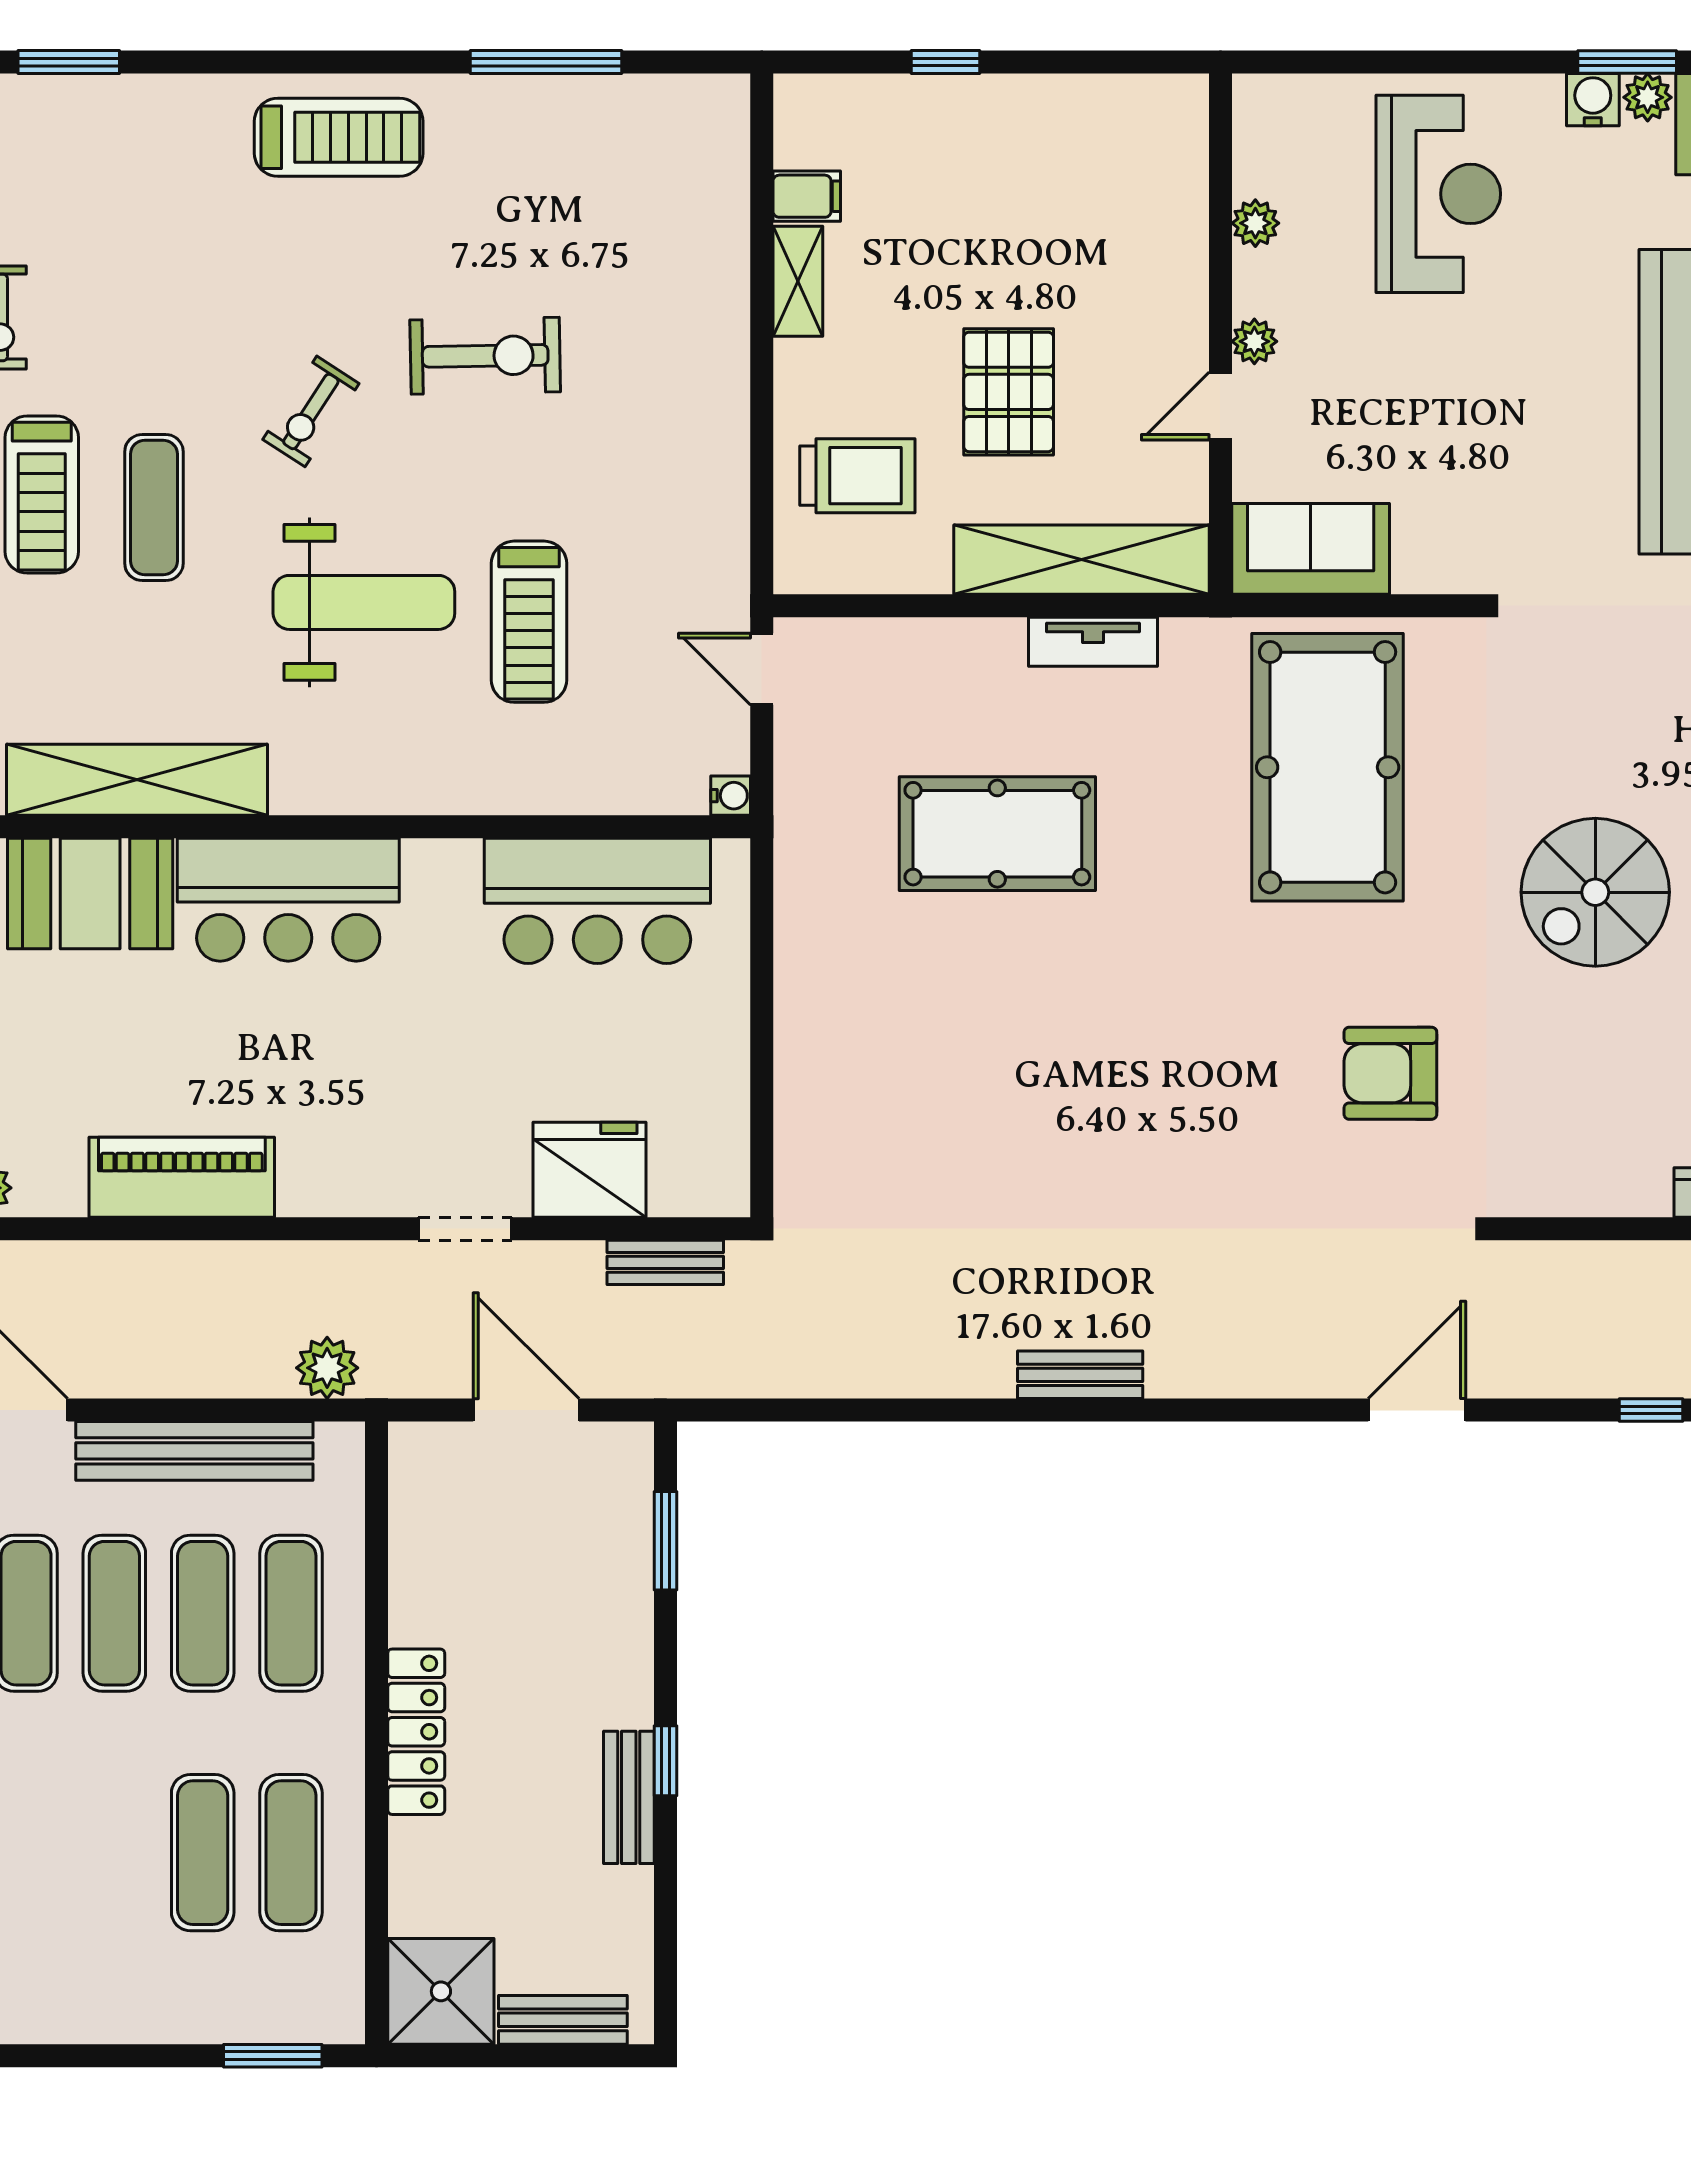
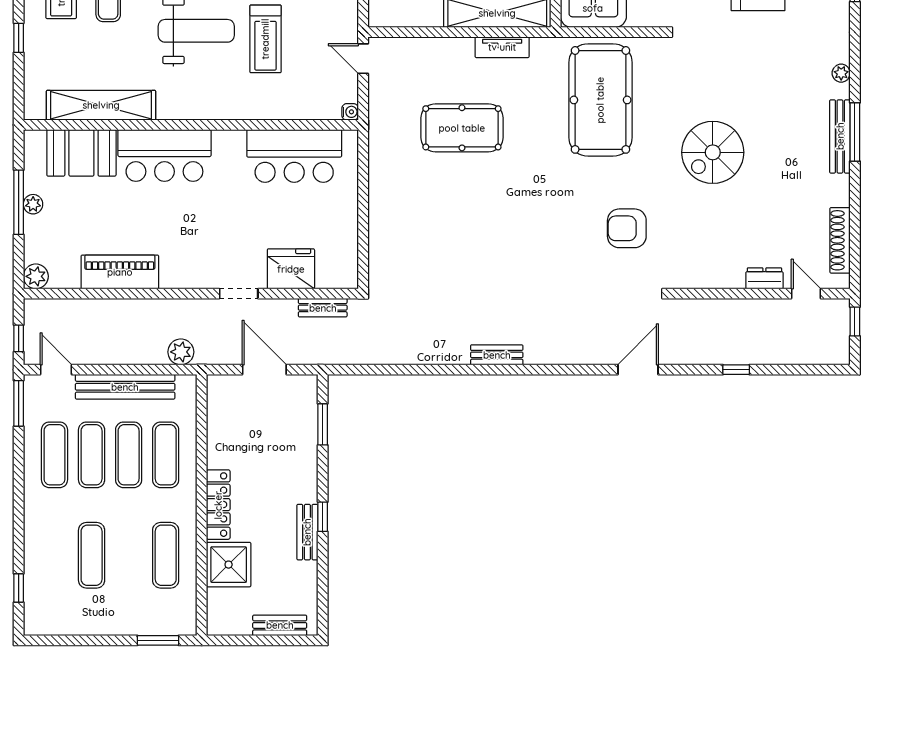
exercise mat: (203, 1853) -> (92, 555), moved
shower: (441, 1991) -> (229, 565), moved

